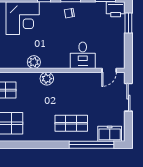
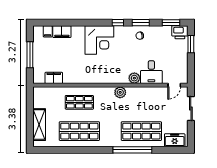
plant: (34, 62) -> (134, 78), moved
shop shelf: (71, 123) -> (141, 131), width x1.43, depth x1.36
window: (91, 145) -> (132, 150), moved

